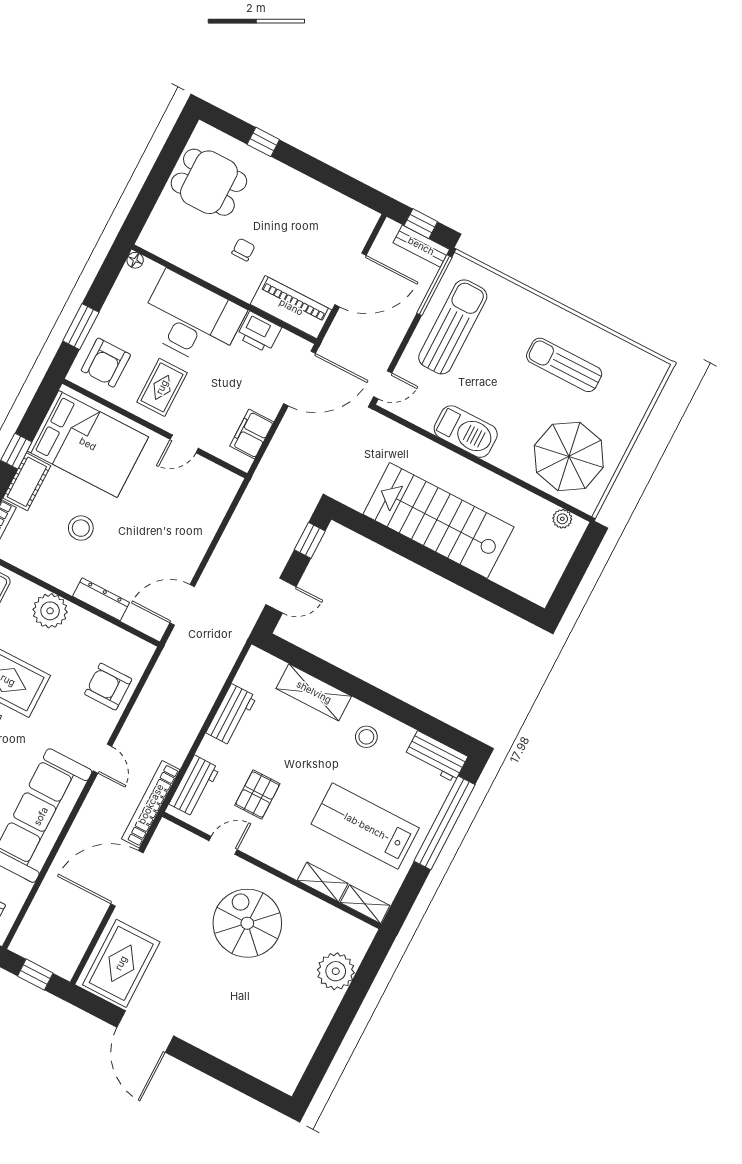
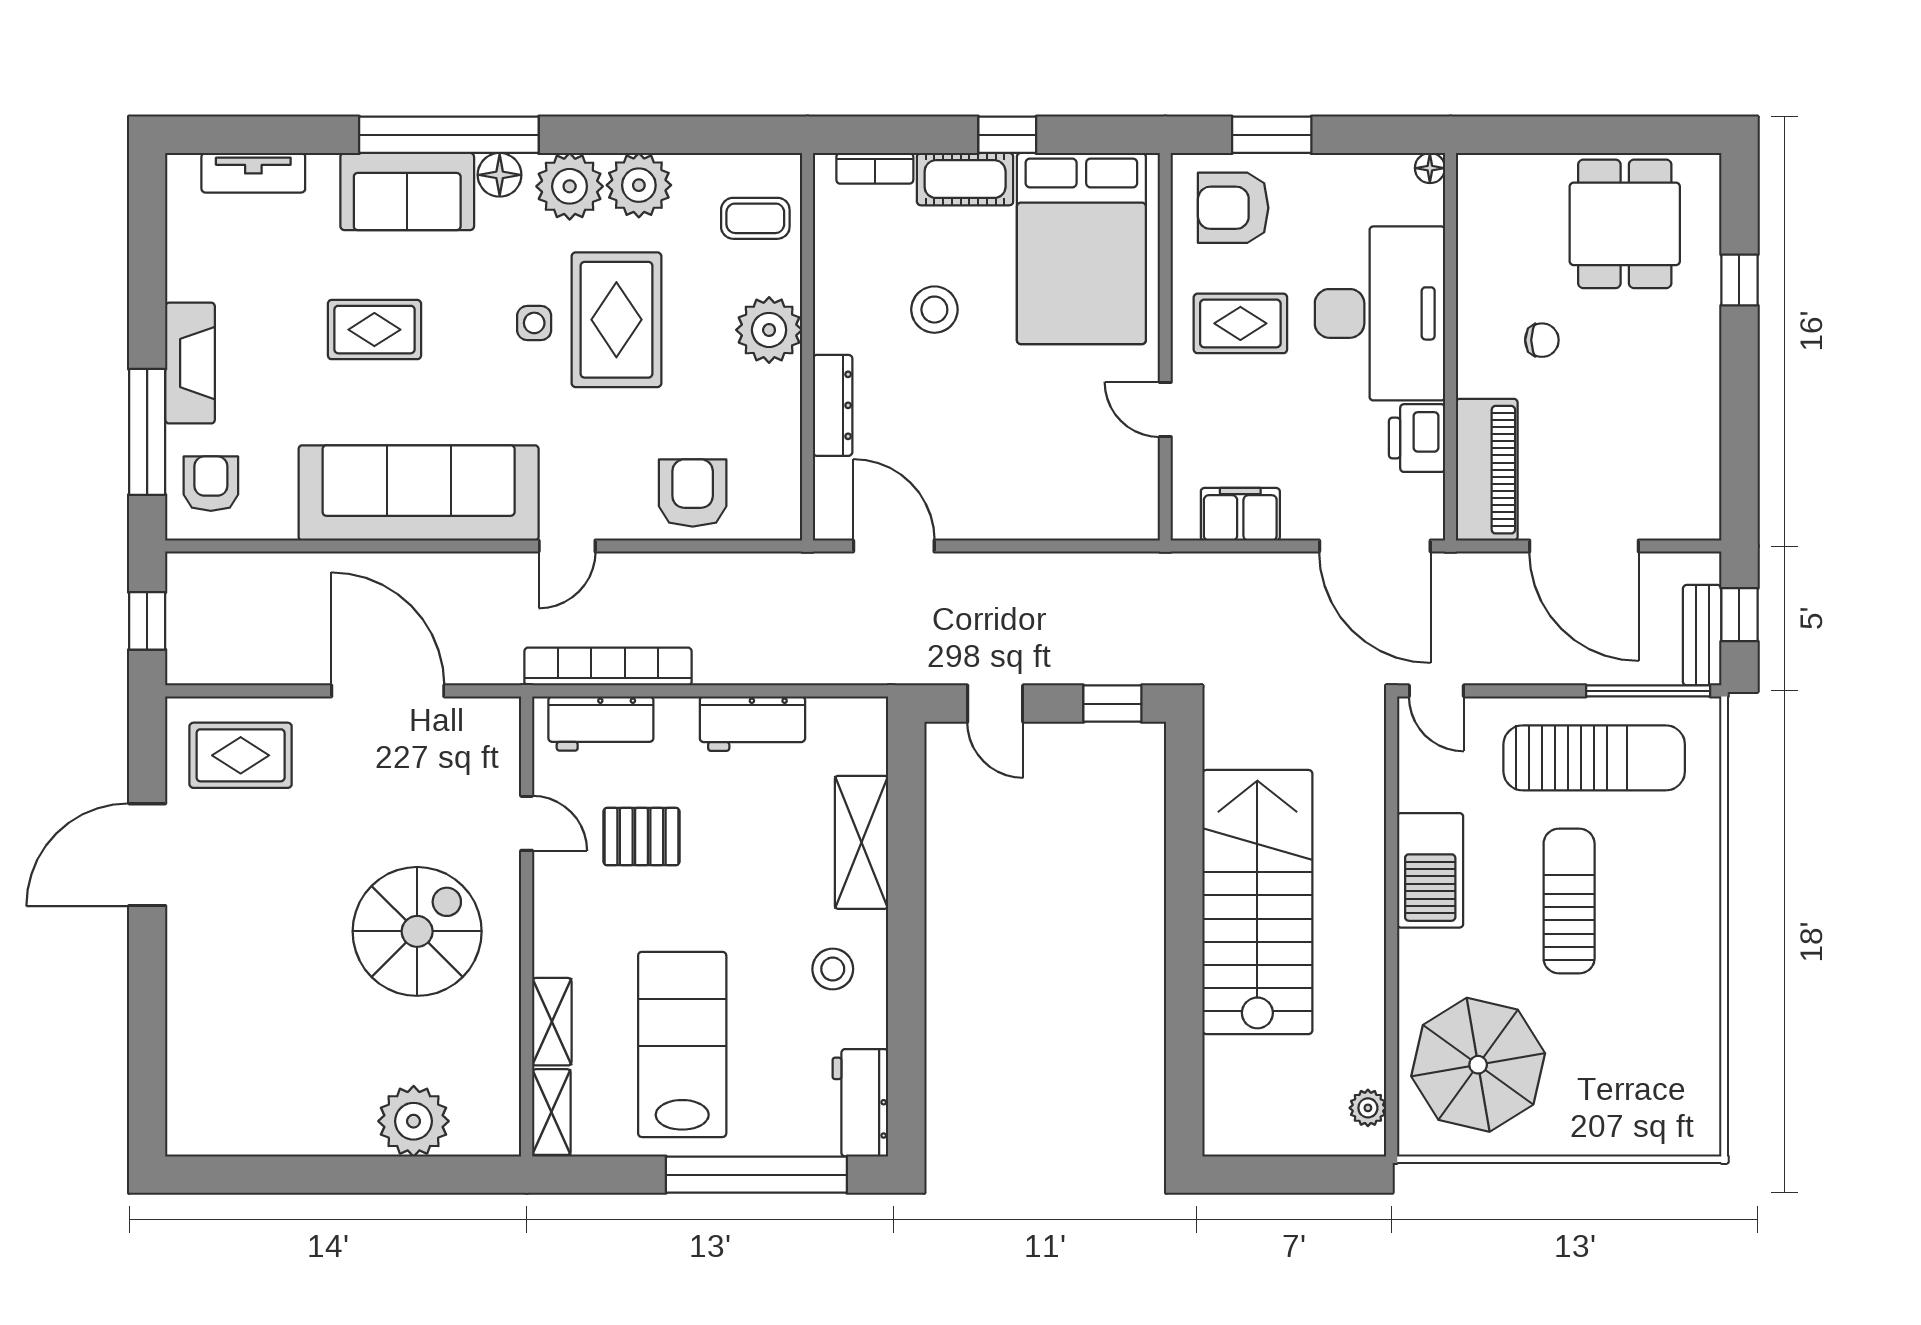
sun lounger: (564, 365) -> (1569, 901), moved
bookcase: (151, 804) -> (608, 667), moved
rug: (121, 963) -> (241, 755), width x0.73, depth x0.70

